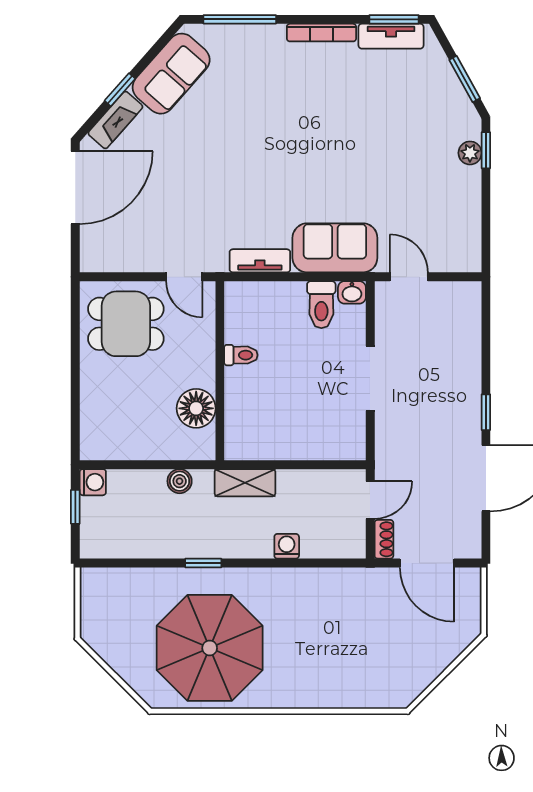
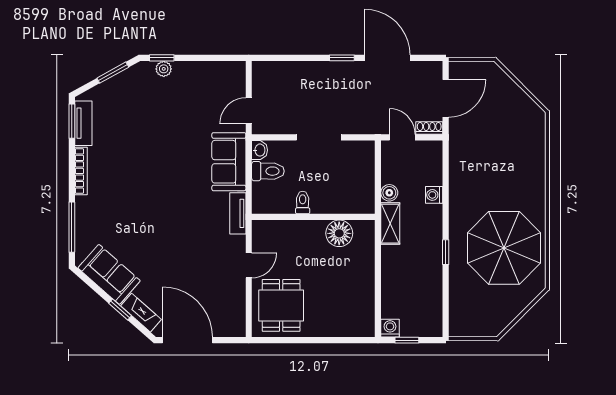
toilet: (241, 355) -> (303, 203), moved
wall: (220, 371) -> (313, 217), moved
floor lamp: (196, 408) -> (339, 233), moved
boiler: (180, 481) -> (389, 193), moved

